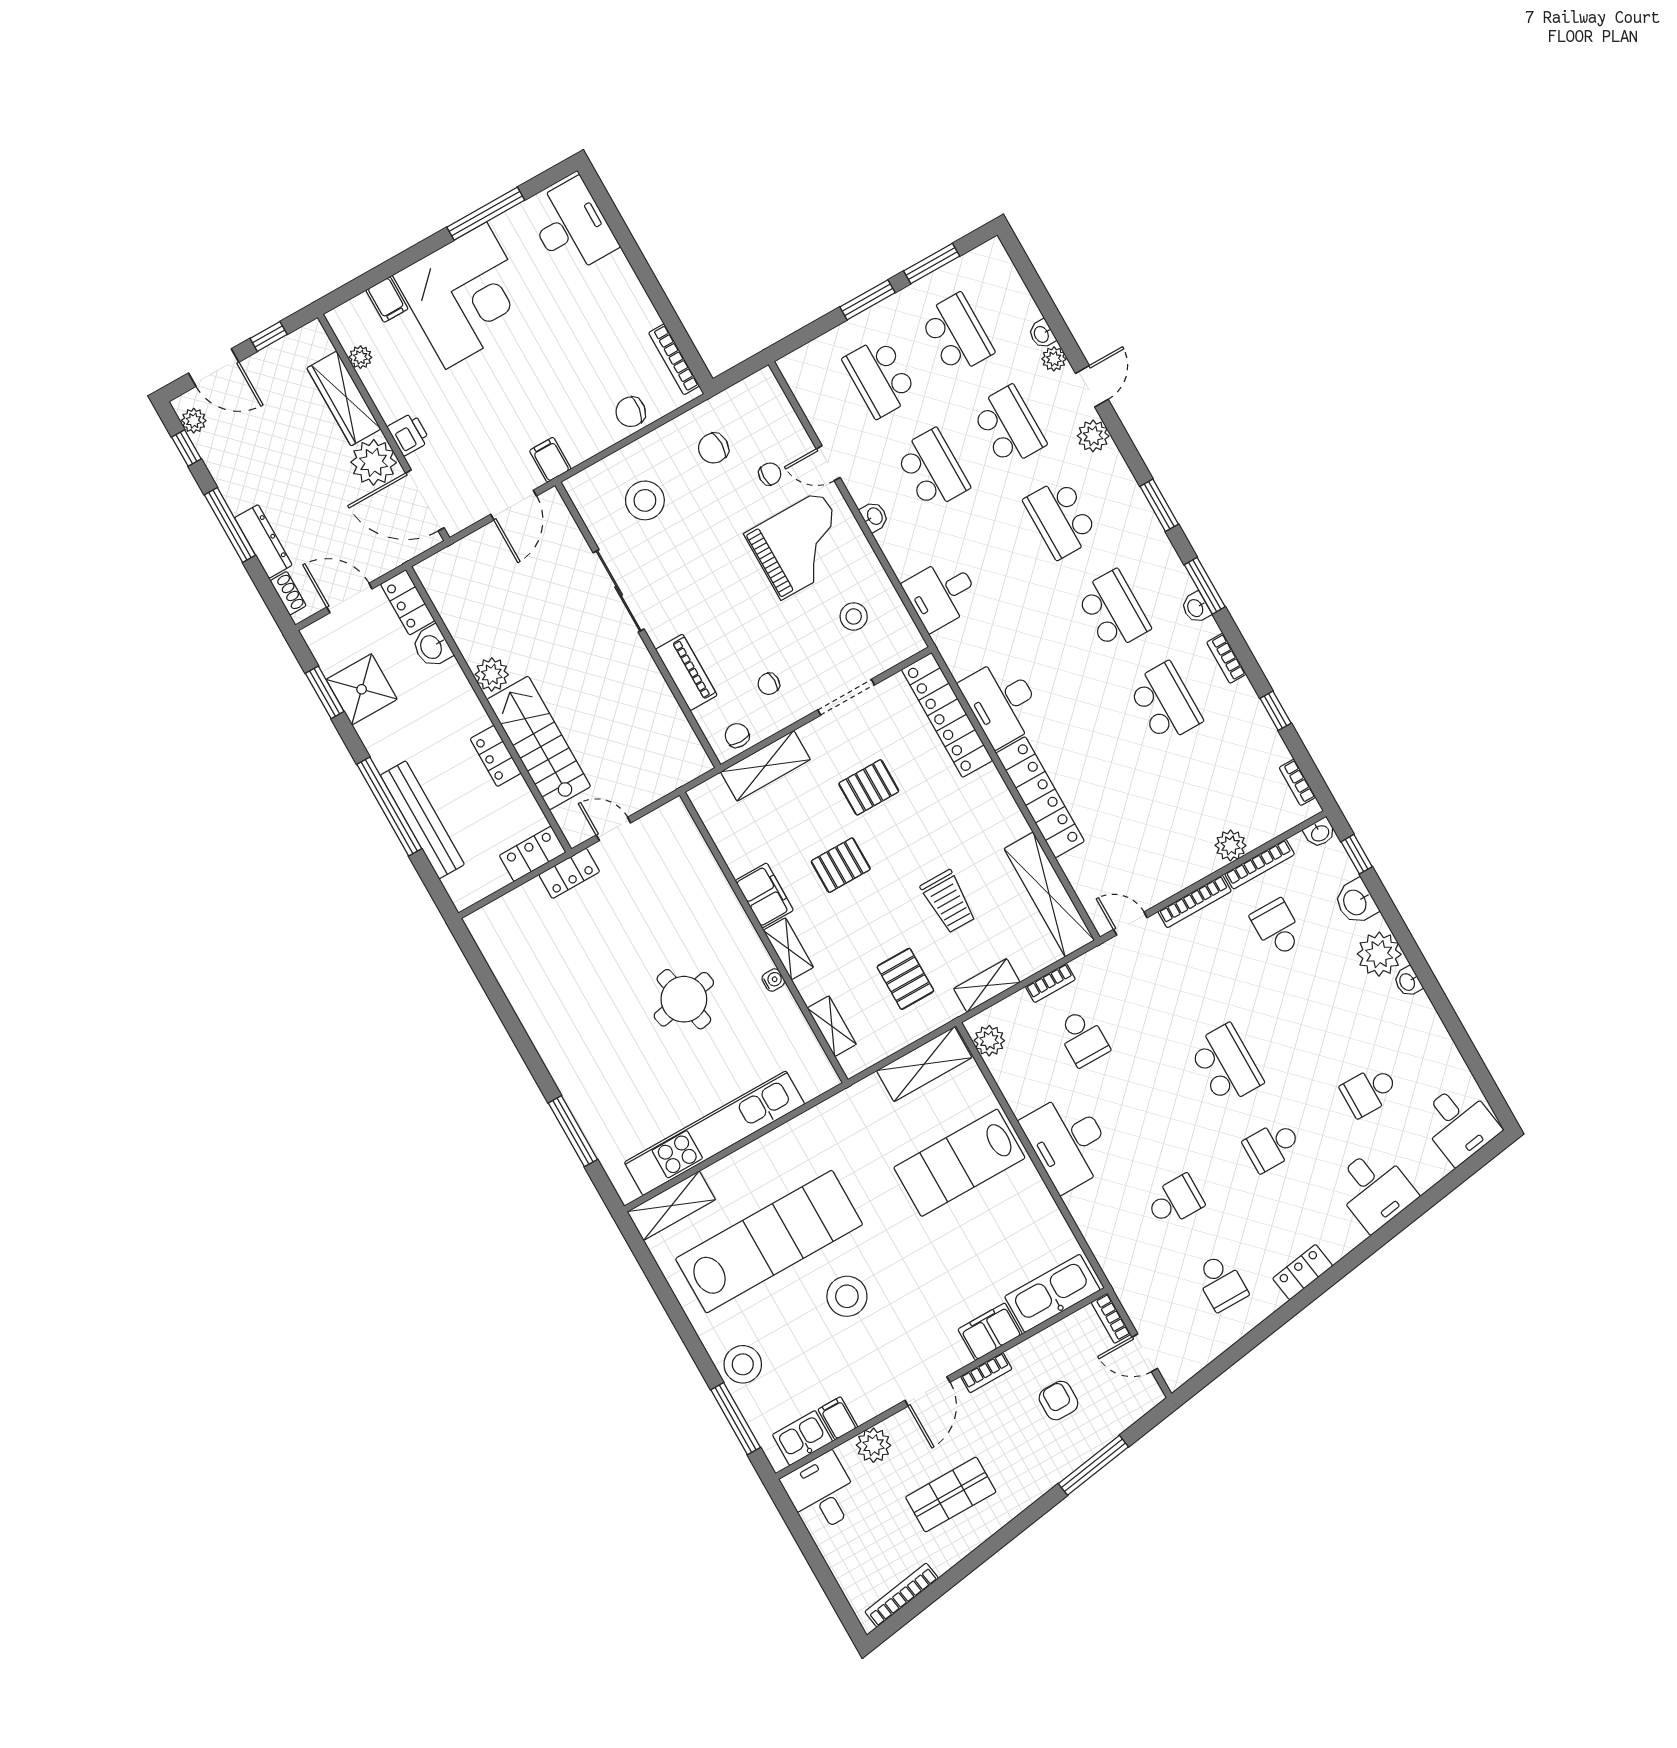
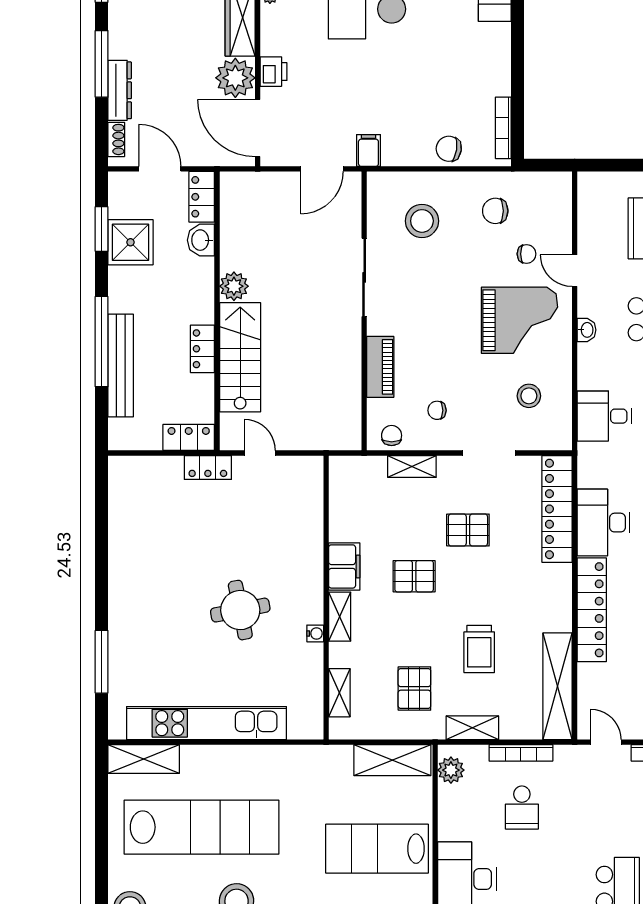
shelving: (765, 766) -> (412, 466), width x0.67, depth x0.75
bookcase: (1050, 983) -> (521, 753), width x1.56

